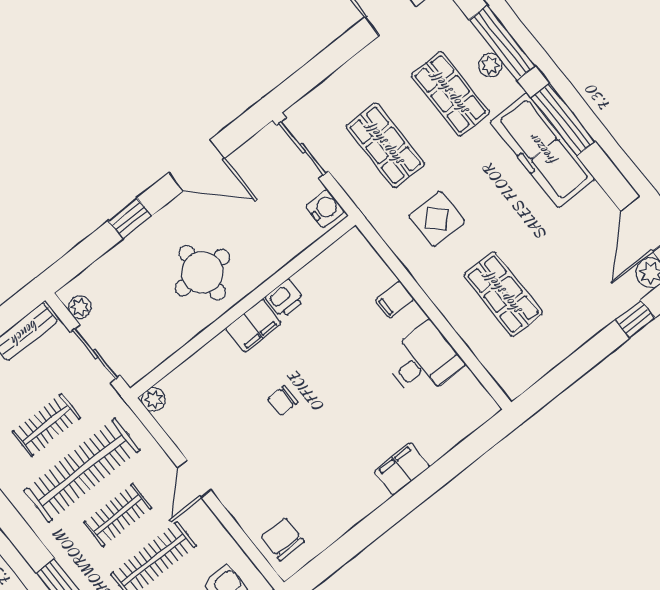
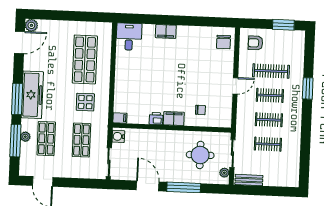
window: (130, 218) -> (184, 187), width x2.17
round table: (202, 273) -> (200, 155), moved
shop shelf: (503, 294) -> (85, 60), width x1.43, depth x1.36
filing cabinet: (395, 300) -> (120, 118), moved
window: (635, 319) -> (49, 15), removed
desk: (423, 361) -> (129, 37), moved, turned 90
plant: (154, 400) -> (226, 123), removed
chair: (283, 401) -> (200, 110), moved
clothes rail: (82, 470) -> (269, 120), width x0.54, depth x0.76

